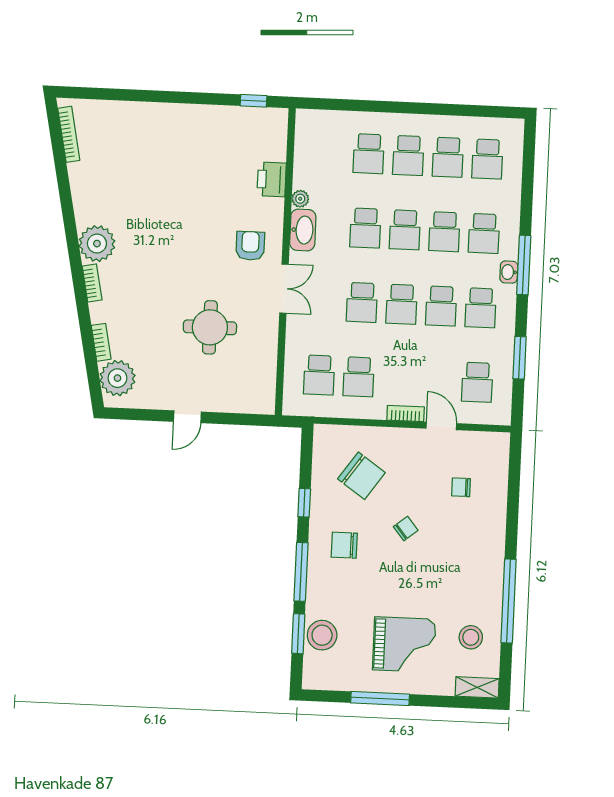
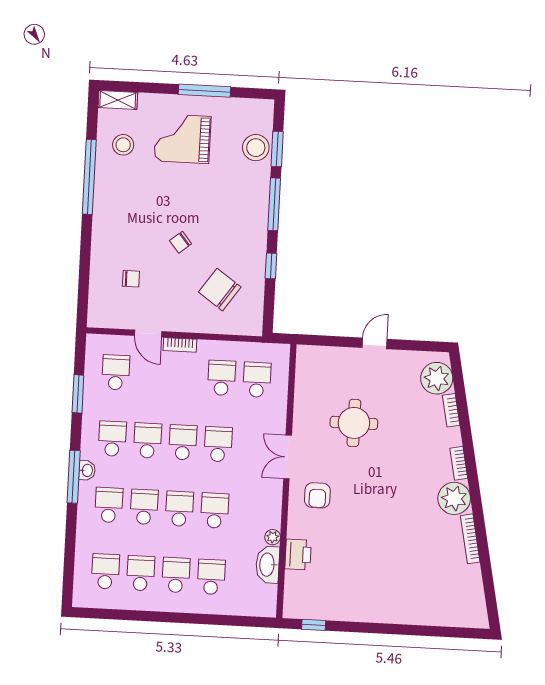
bookcase: (69, 134) -> (470, 539), moved
washbasin: (303, 230) -> (268, 565), moved
chair: (344, 545) -> (235, 228), removed

